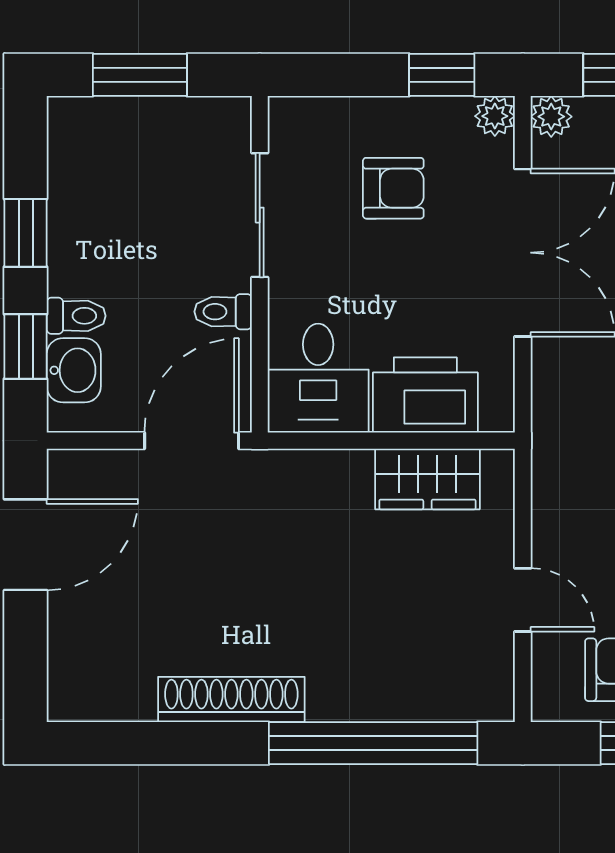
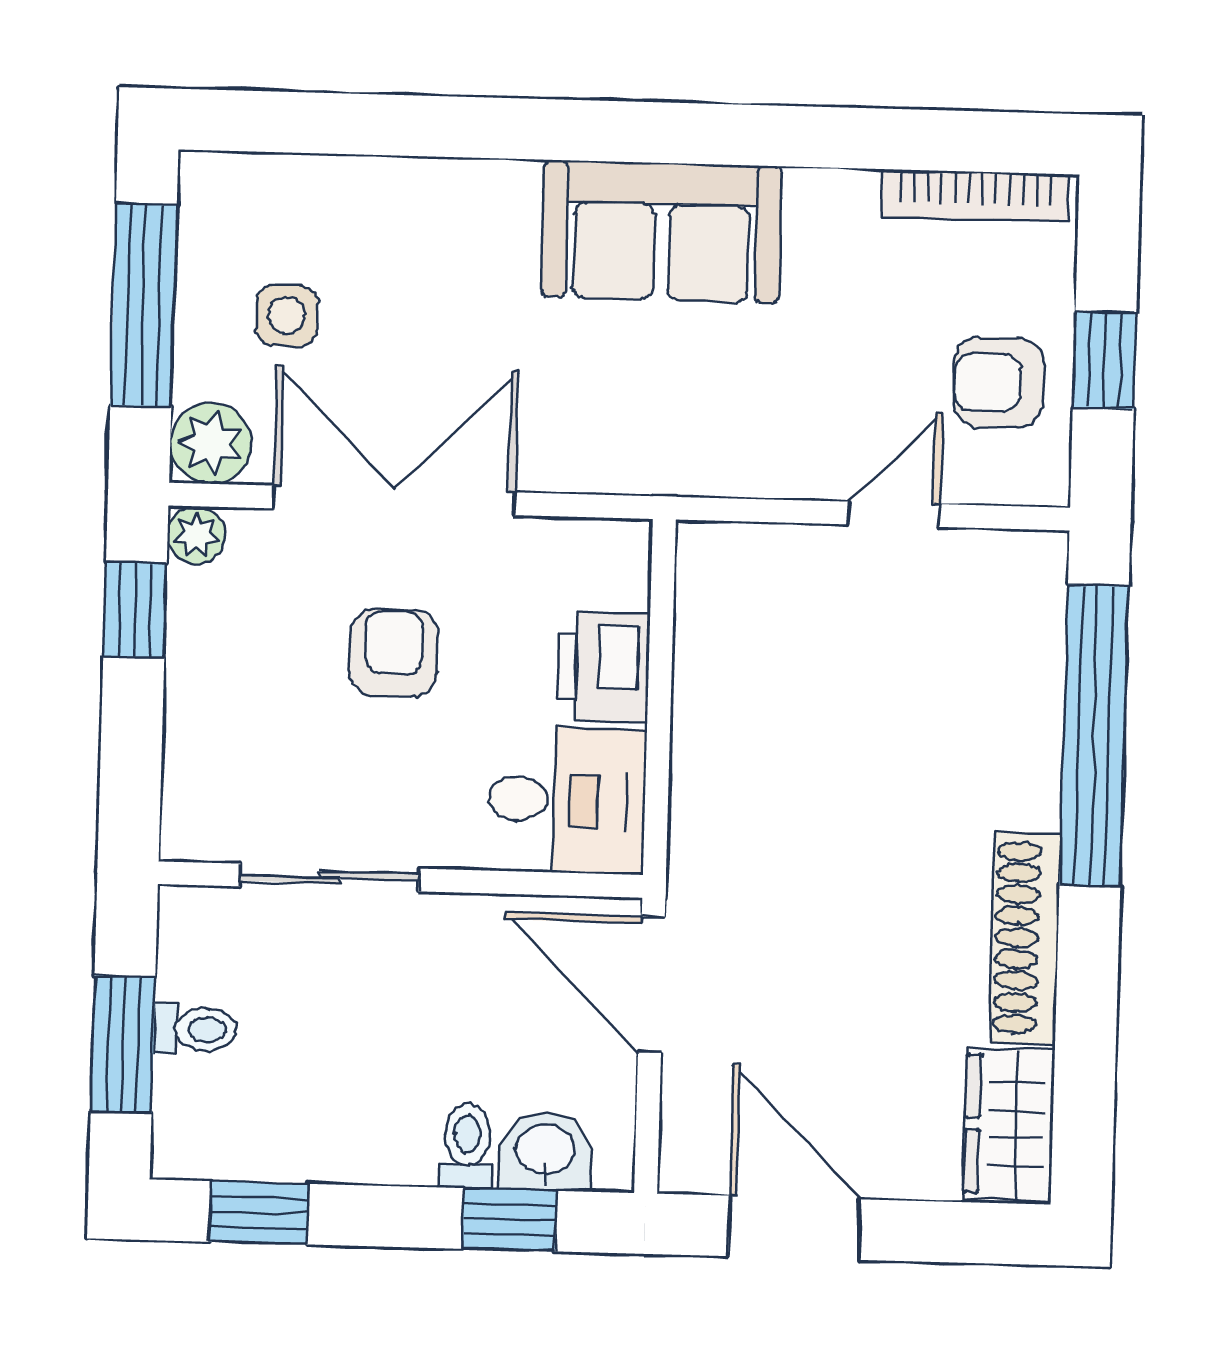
plant: (551, 117) -> (211, 443), width x1.38, depth x1.38
armchair: (393, 188) -> (394, 653), moved
window: (26, 233) -> (259, 1213), moved
toilet: (223, 312) -> (195, 1029), moved, turned -90
printer: (425, 395) -> (603, 667), width x0.73, depth x0.84
wardrobe: (427, 479) -> (1009, 1124), moved, turned 180

